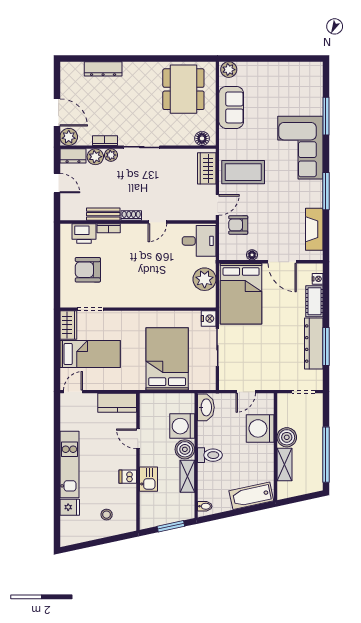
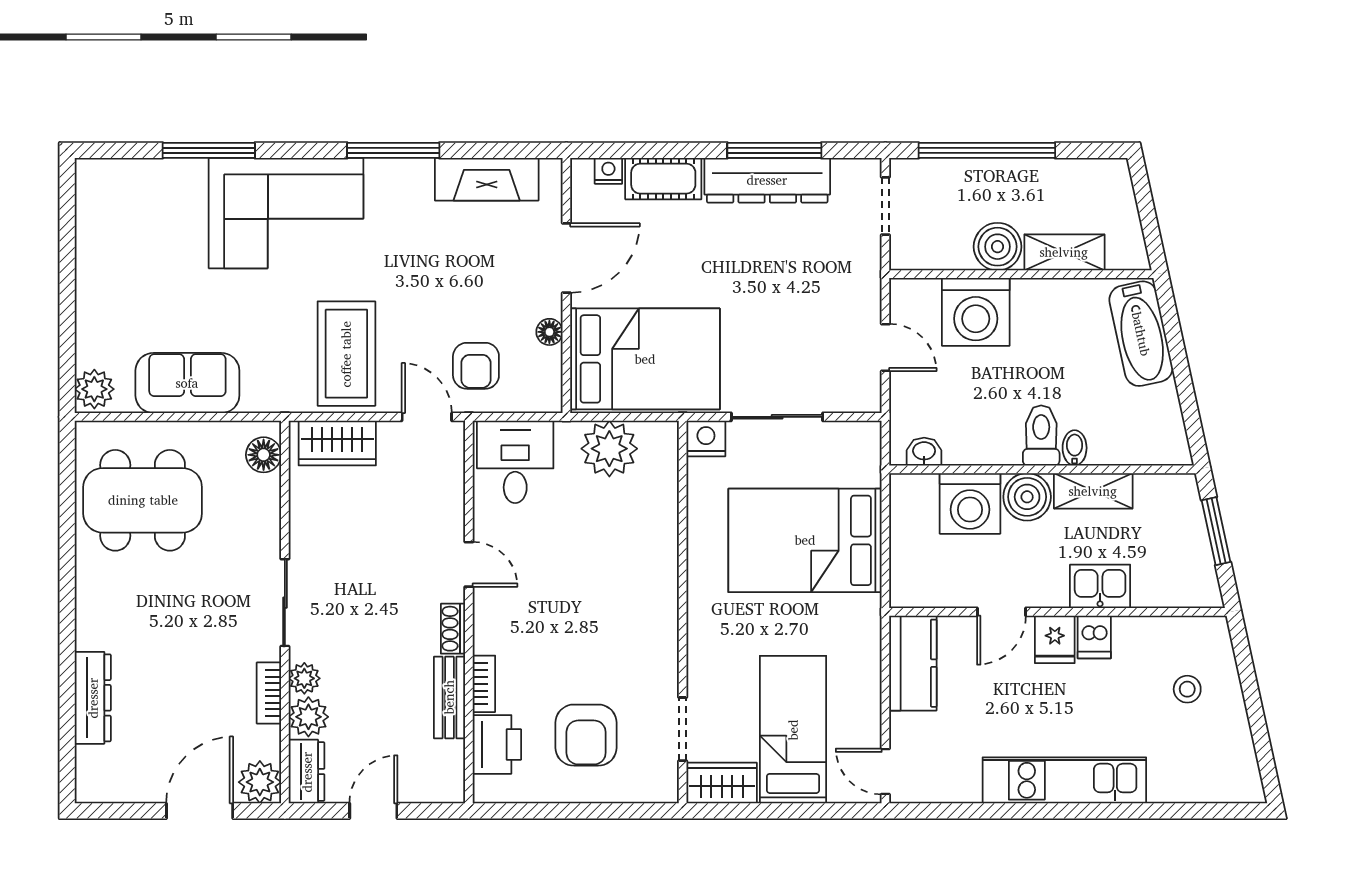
washbasin: (206, 407) -> (924, 452), width x0.52, depth x0.69
window: (326, 455) -> (987, 150), moved
bidet: (205, 506) -> (1075, 448), moved
fridge: (70, 507) -> (1055, 639), moved, turned 180

